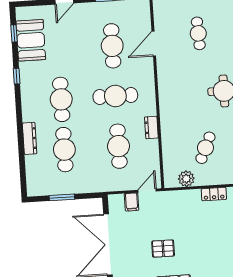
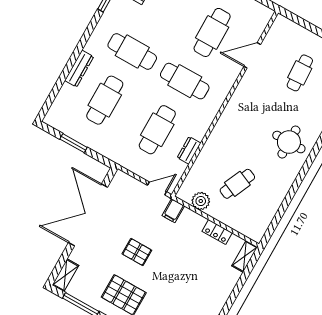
cafe table: (61, 99) -> (132, 51), turned 90
dresser: (151, 128) -> (189, 150), moved
filing cabinet: (132, 202) -> (173, 211), moved

